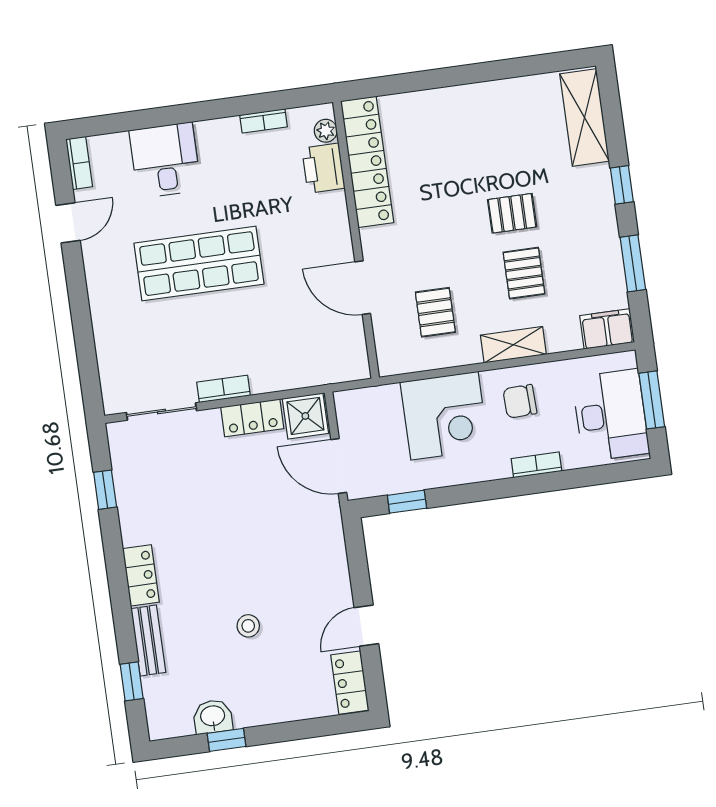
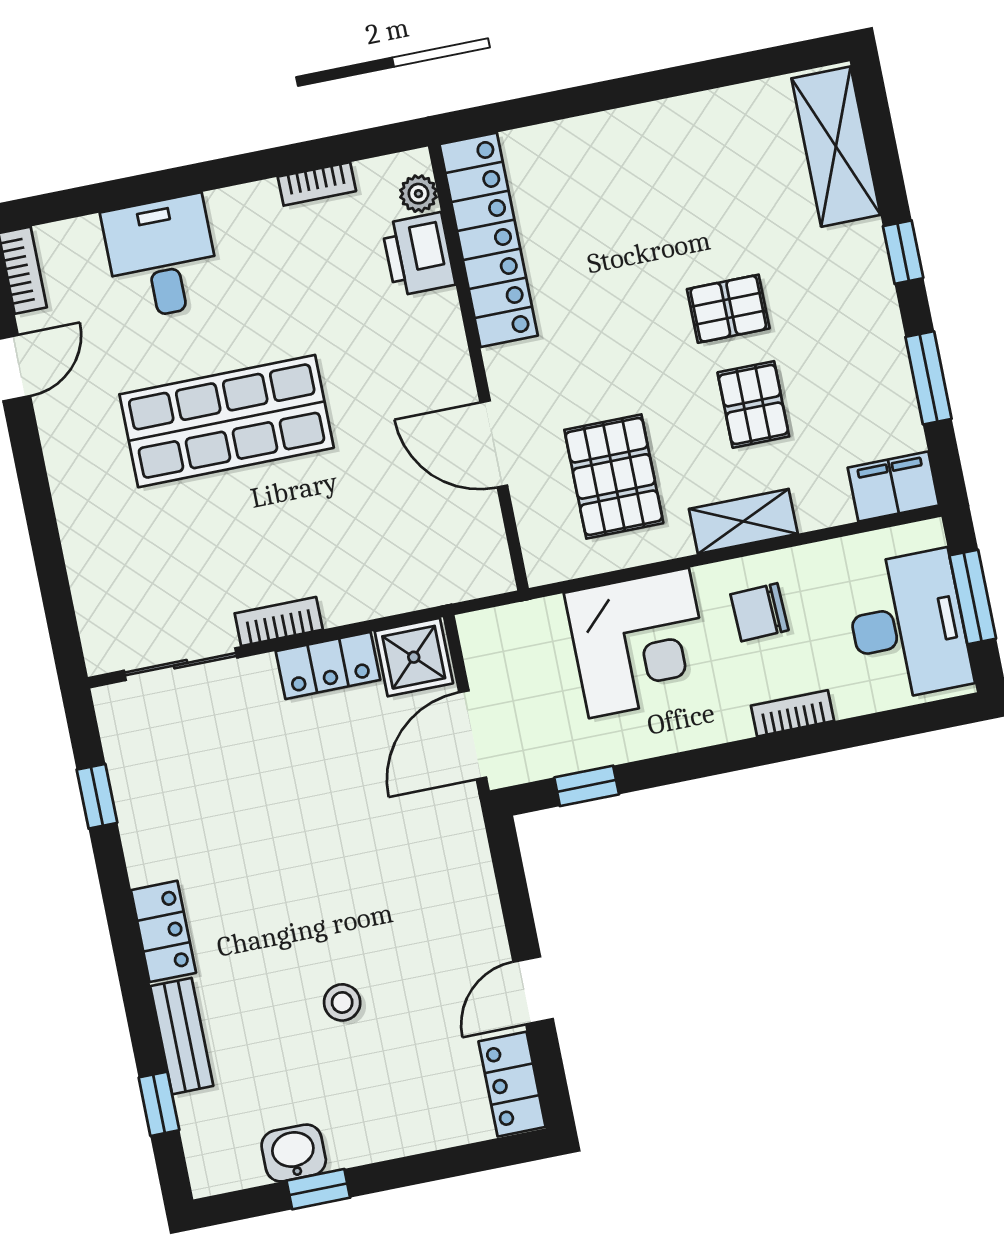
pallet: (435, 312) -> (614, 476), width x1.50, depth x1.42
door: (339, 466) -> (473, 735), hinge flipped

